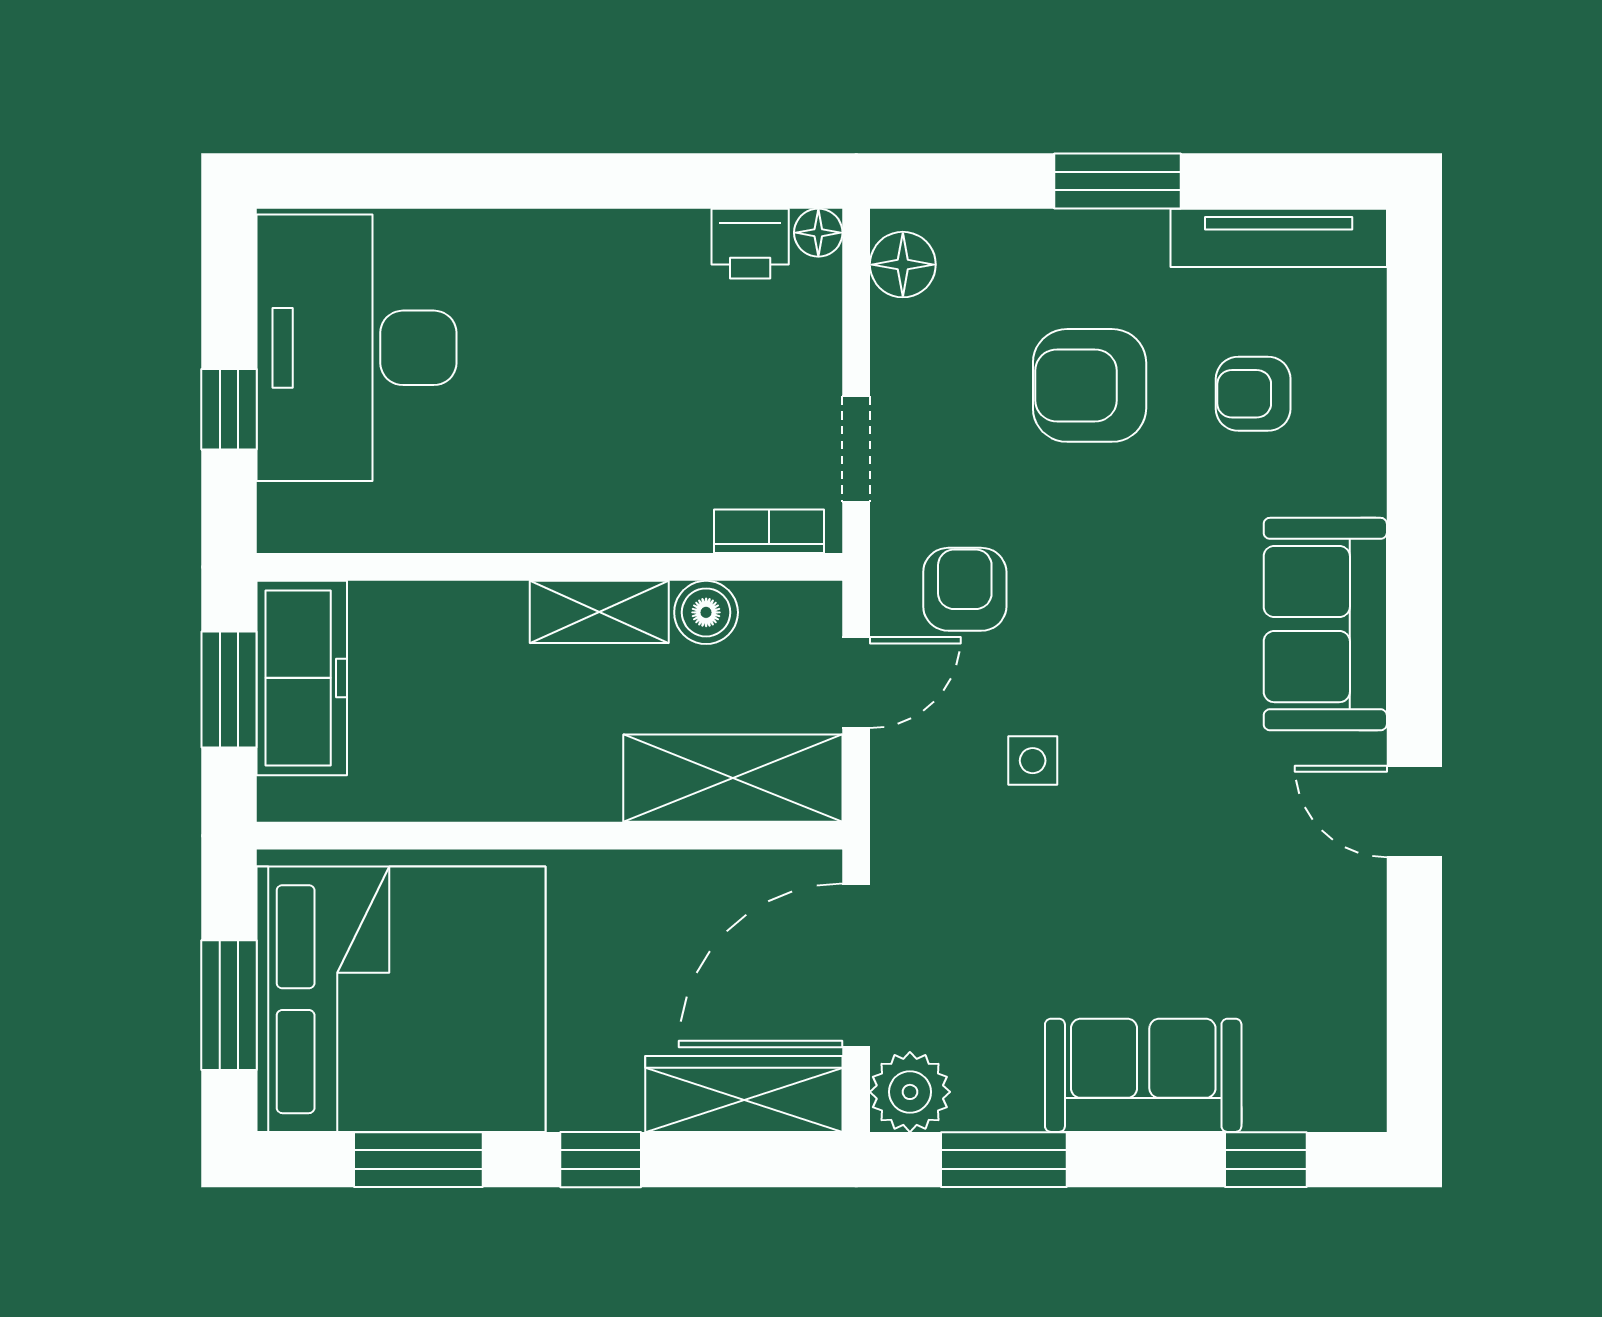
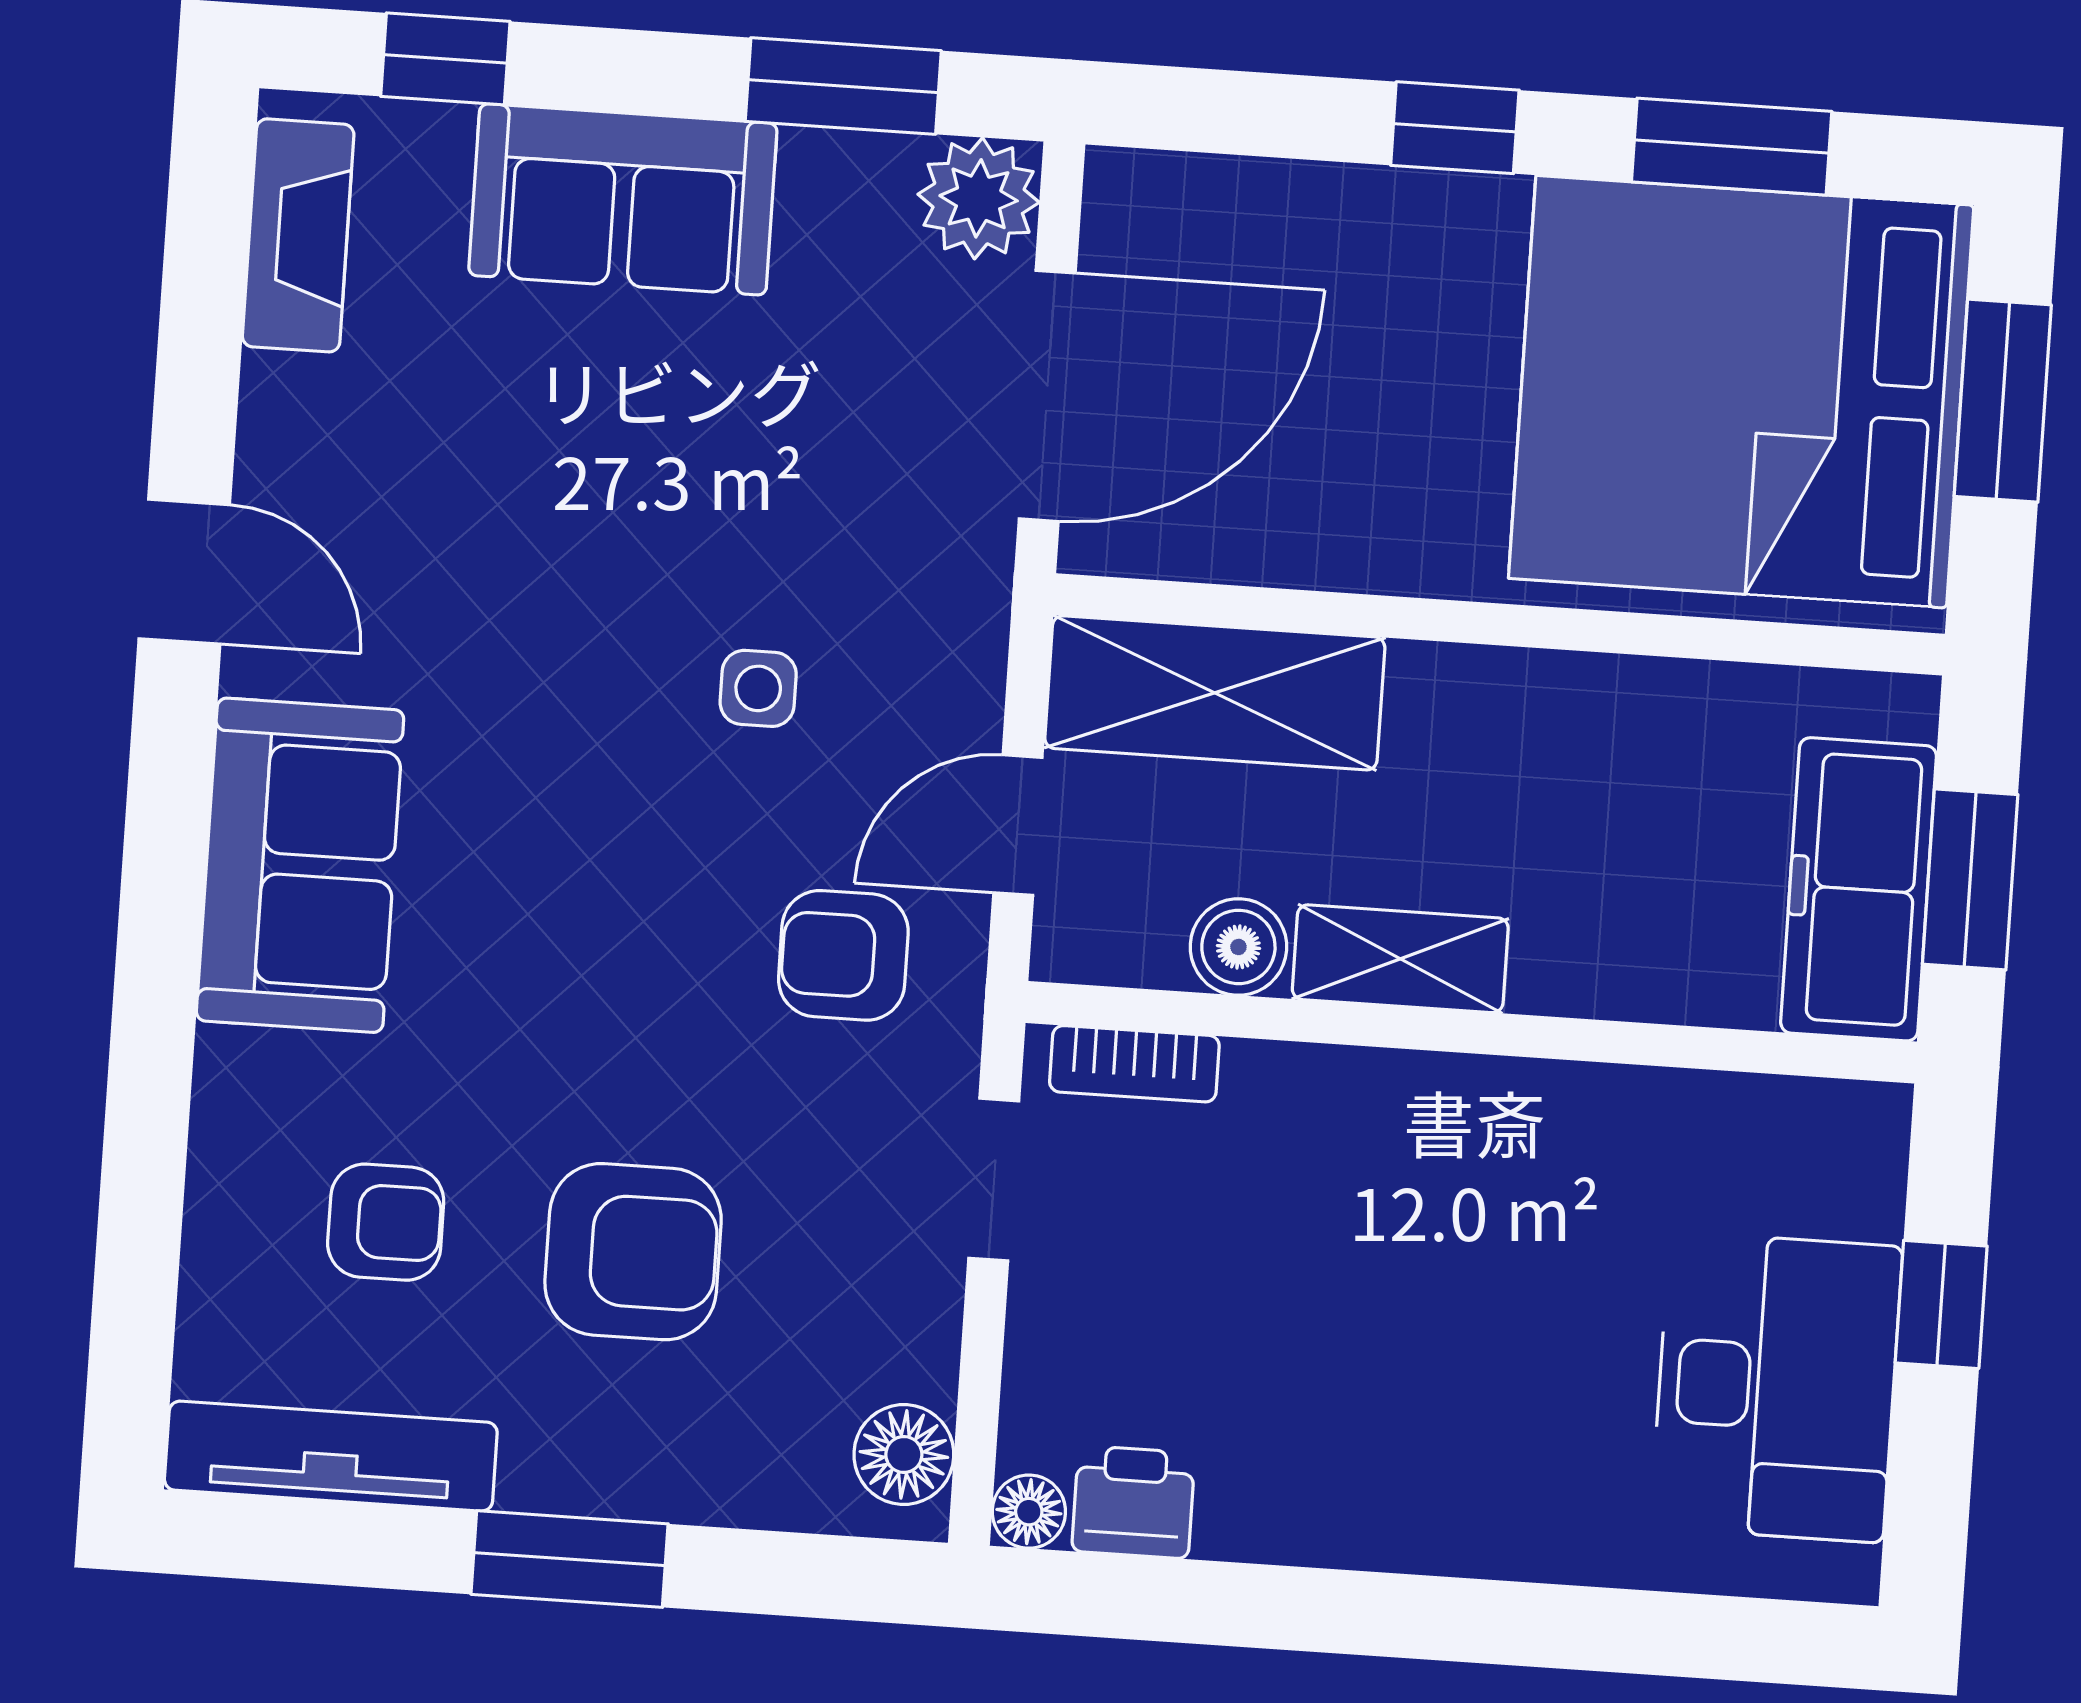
desk: (356, 348) -> (1776, 1387), width x0.73, depth x0.77
armchair: (965, 589) -> (843, 955), turned 90
fireplace: (1355, 1037) -> (298, 235), added
wardrobe: (744, 1094) -> (1231, 213), removed

